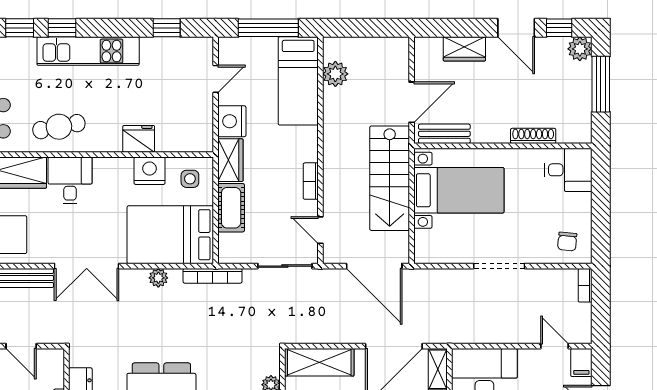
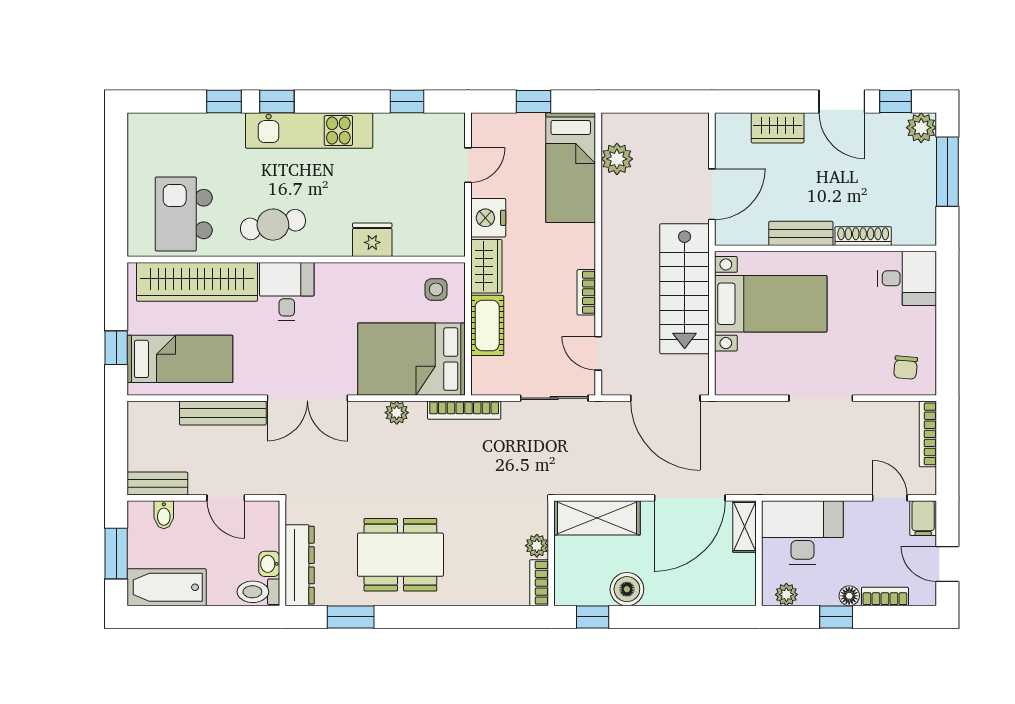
window: (268, 28) -> (534, 102), width x0.46
bench: (444, 134) -> (801, 233), moved
nightstand: (150, 171) -> (386, 279), removed
bookcase: (585, 285) -> (928, 434), width x1.56

